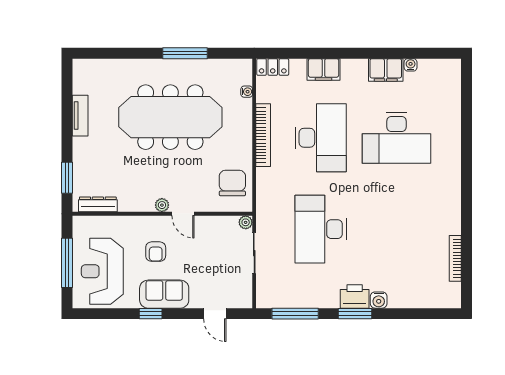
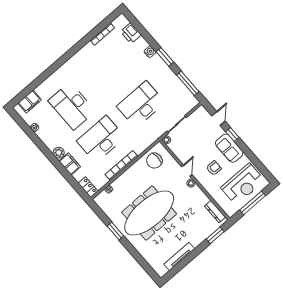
window: (185, 53) -> (115, 231), width x0.69
plant: (351, 68) -> (59, 153), added
filing cabinet: (386, 70) -> (30, 101), moved, turned 90
tv unit: (80, 116) -> (179, 256), width x1.41
meeting table: (170, 117) -> (149, 213), turned 90
desk: (396, 138) -> (72, 106), turned 180
desk: (321, 229) -> (141, 104), turned 180
printer: (355, 296) -> (131, 33), moved
window: (151, 314) -> (232, 134), moved

